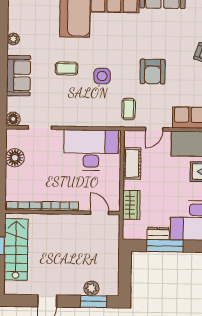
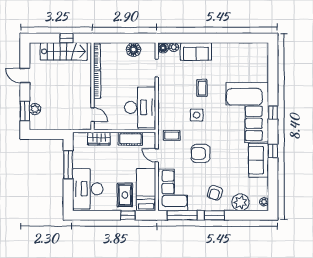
plant: (13, 39) -> (174, 47), moved
door: (100, 213) -> (92, 115), hinge flipped
dresser: (158, 234) -> (77, 159), removed

